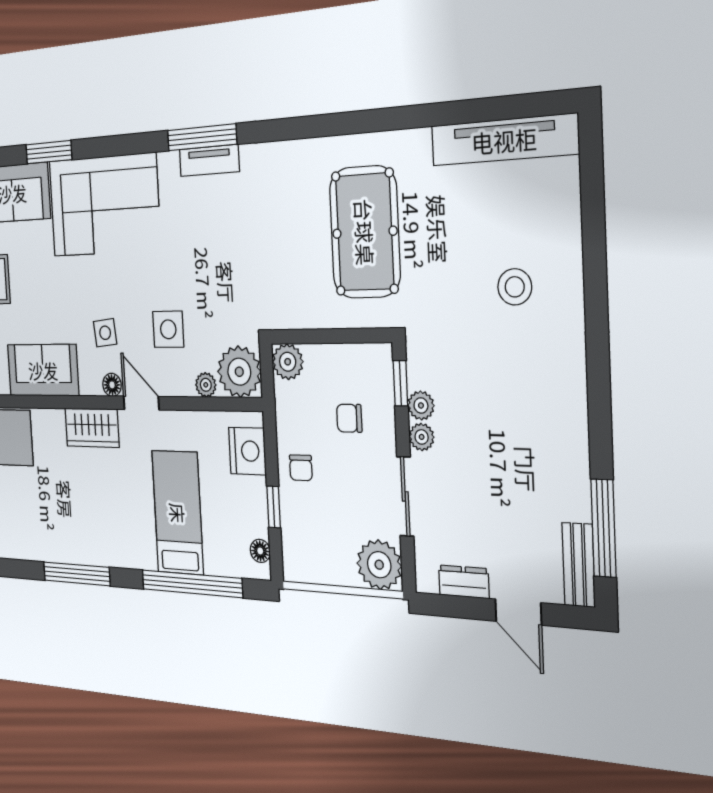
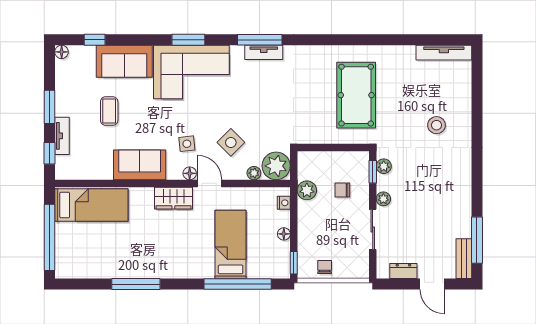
tv unit: (504, 140) -> (444, 53), width x0.73, depth x0.78
window: (49, 152) -> (188, 40), moved
side table: (168, 329) -> (231, 142), turned 45
plant: (288, 362) -> (307, 190), moved
plant: (421, 405) -> (384, 166), moved
nightstand: (247, 451) -> (284, 203), width x0.53, depth x0.56
chair: (301, 468) -> (325, 267), moved, turned 180
window: (274, 507) -> (294, 263), moved
floor lamp: (260, 551) -> (284, 234), moved
plant: (379, 565) -> (356, 266), removed
window: (77, 574) -> (136, 284), moved

